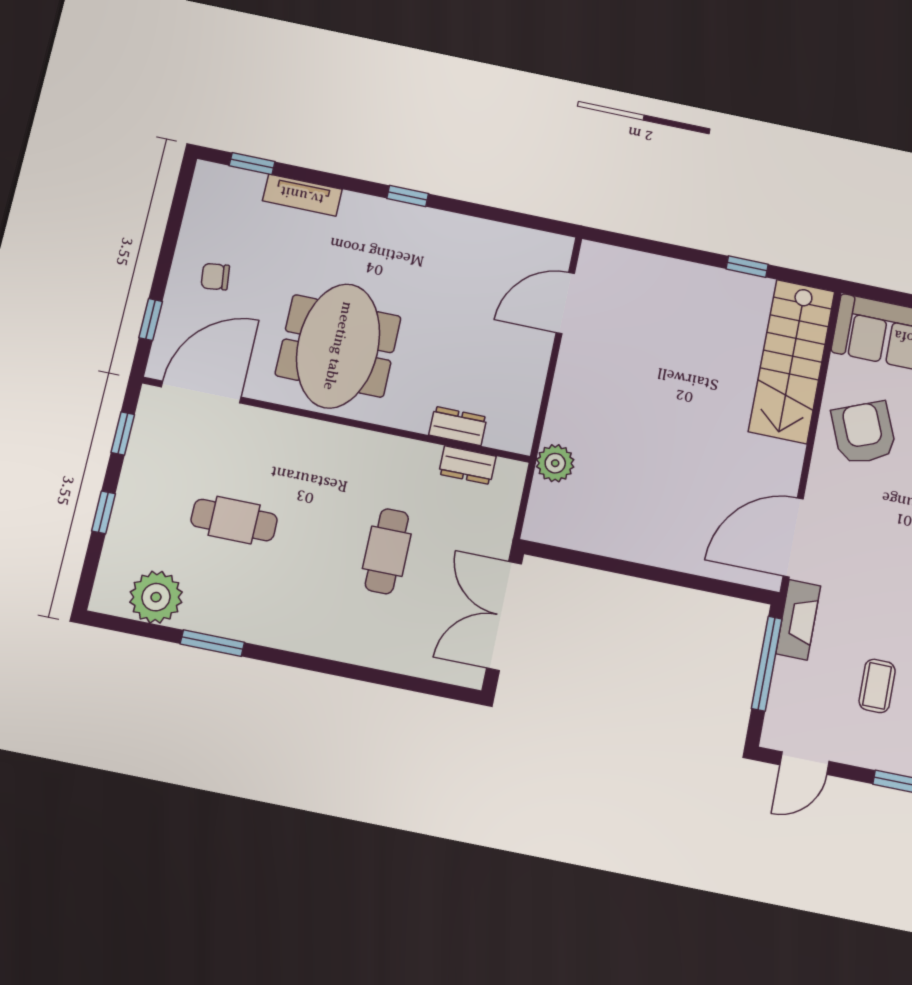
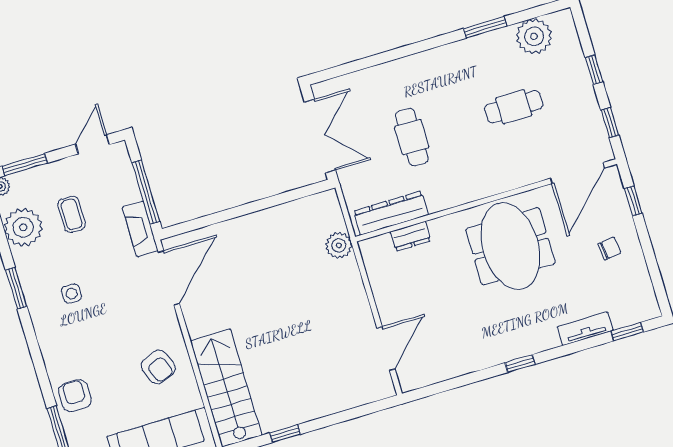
armchair: (864, 433) -> (158, 367), width x0.72, depth x0.72
dresser: (467, 465) -> (391, 213), width x1.96, depth x1.24

